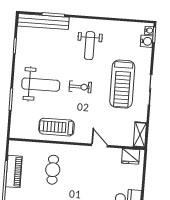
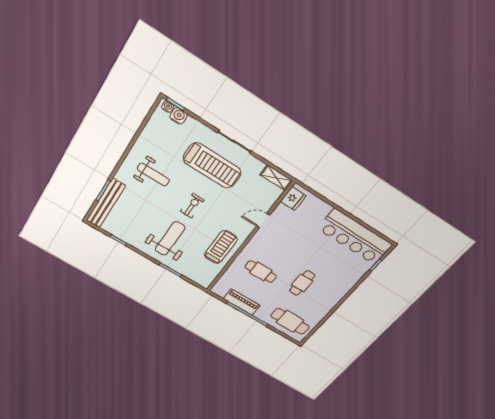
treadmill: (57, 127) -> (221, 247), turned 180

